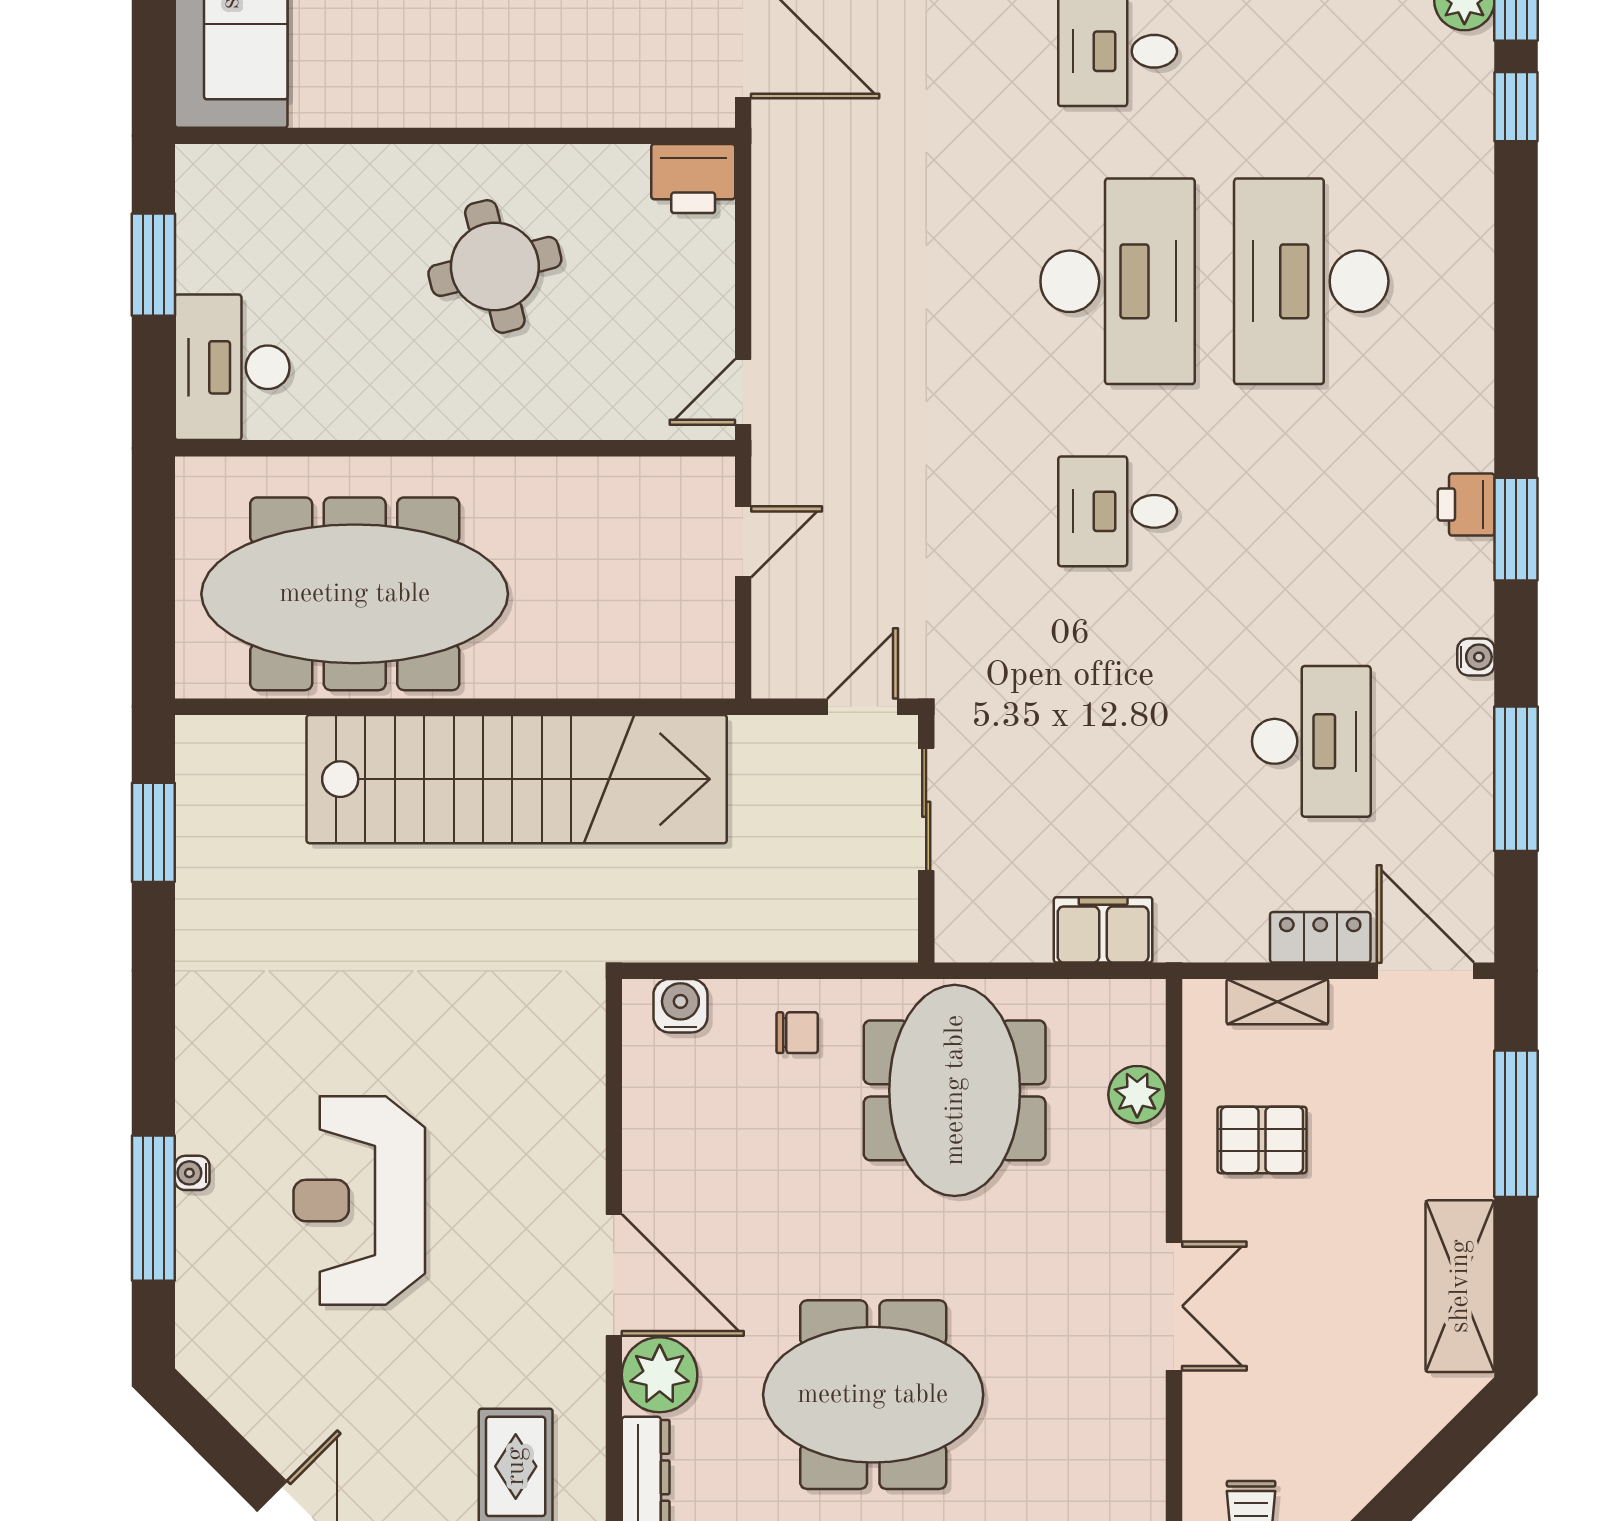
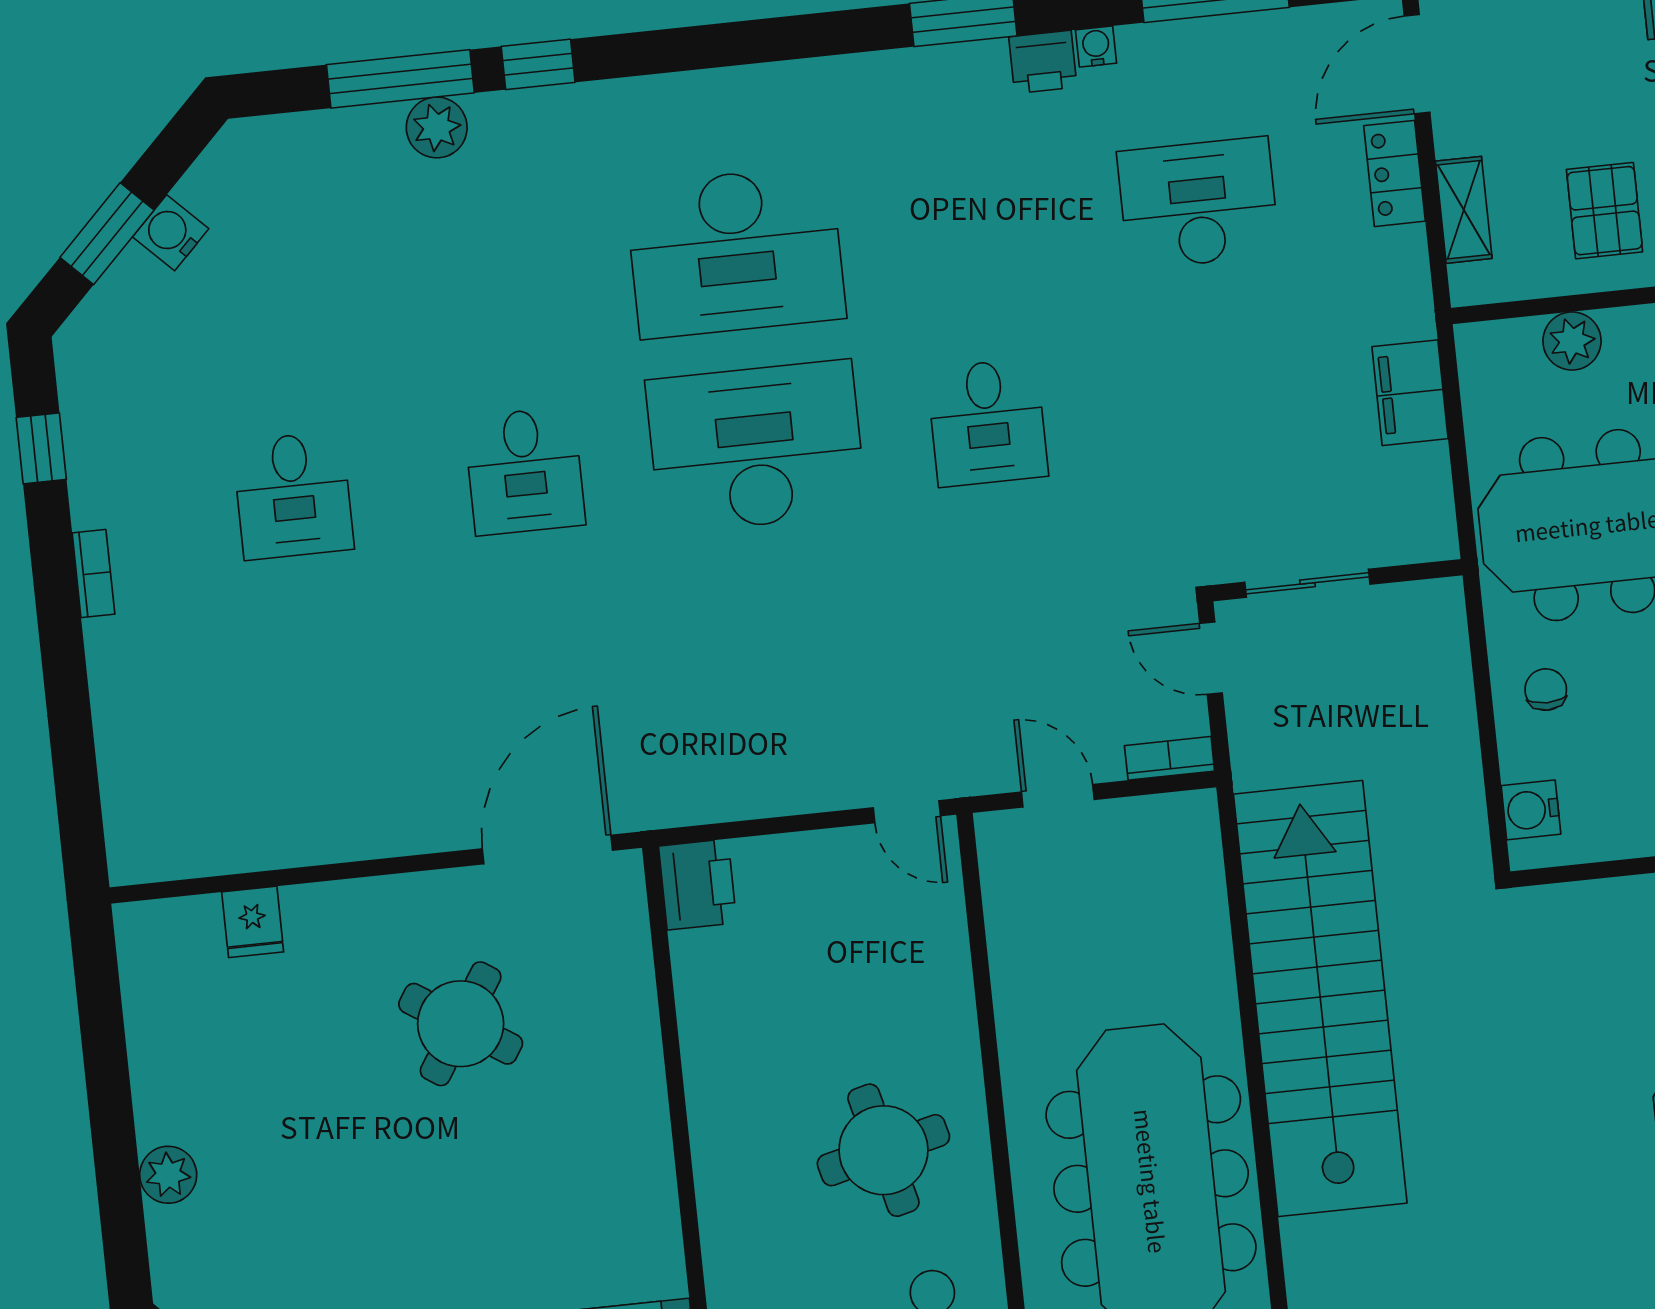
round table: (495, 266) -> (883, 1150), moved
printer: (1466, 505) -> (1043, 62), moved
bookcase: (768, 656) -> (1170, 758), added

